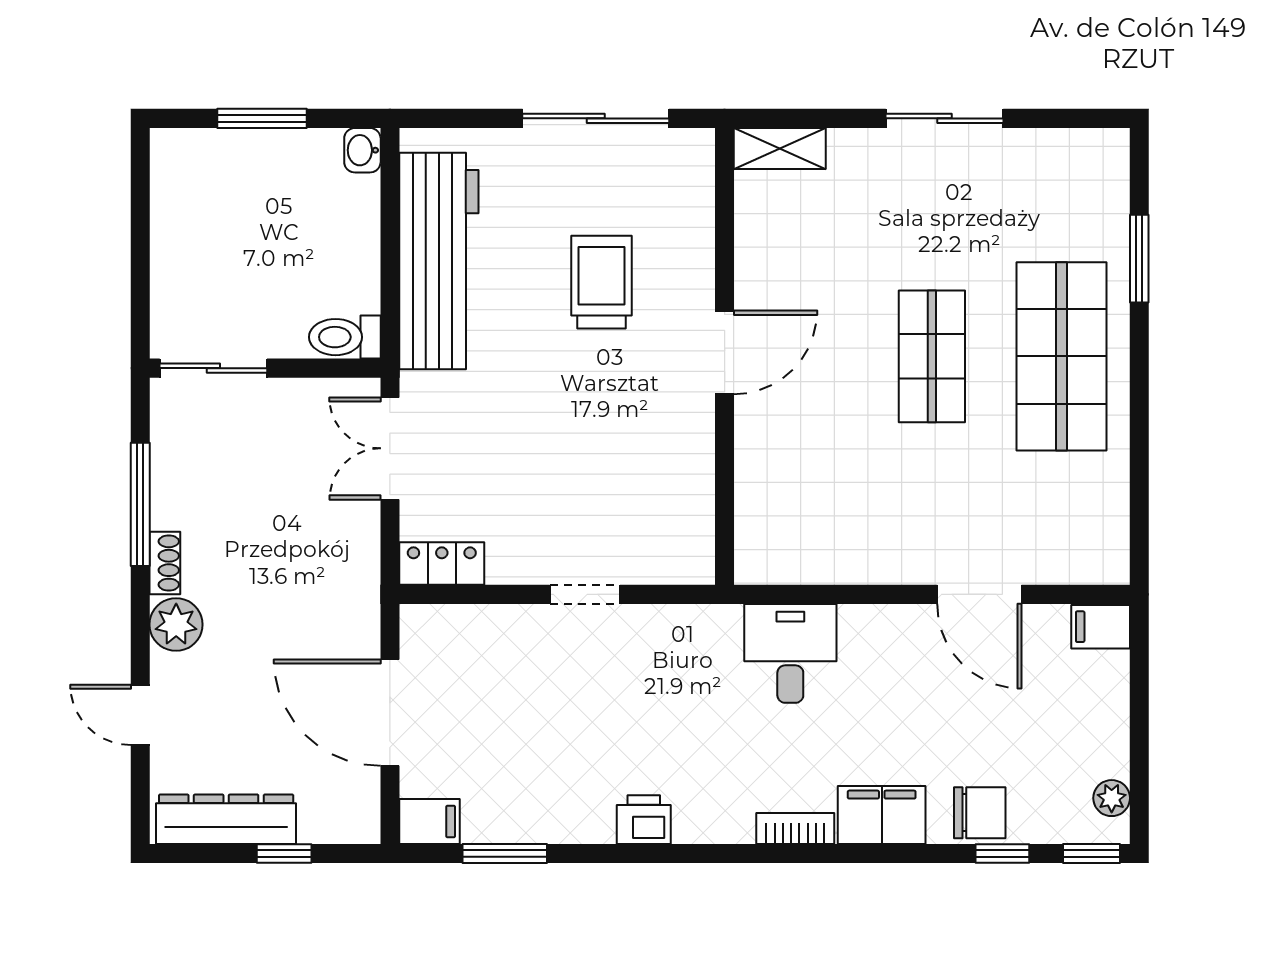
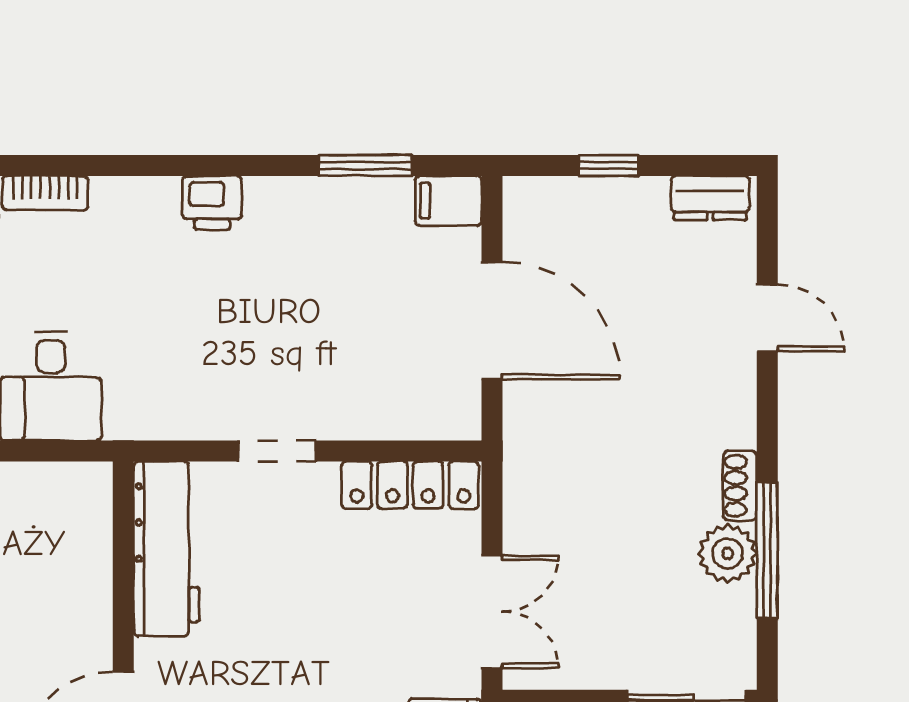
workbench: (685, 506) -> (166, 549), added
locker: (442, 563) -> (410, 485), width x1.53
plant: (176, 625) -> (728, 553), moved
dresser: (226, 819) -> (710, 198), width x0.51, depth x0.80

